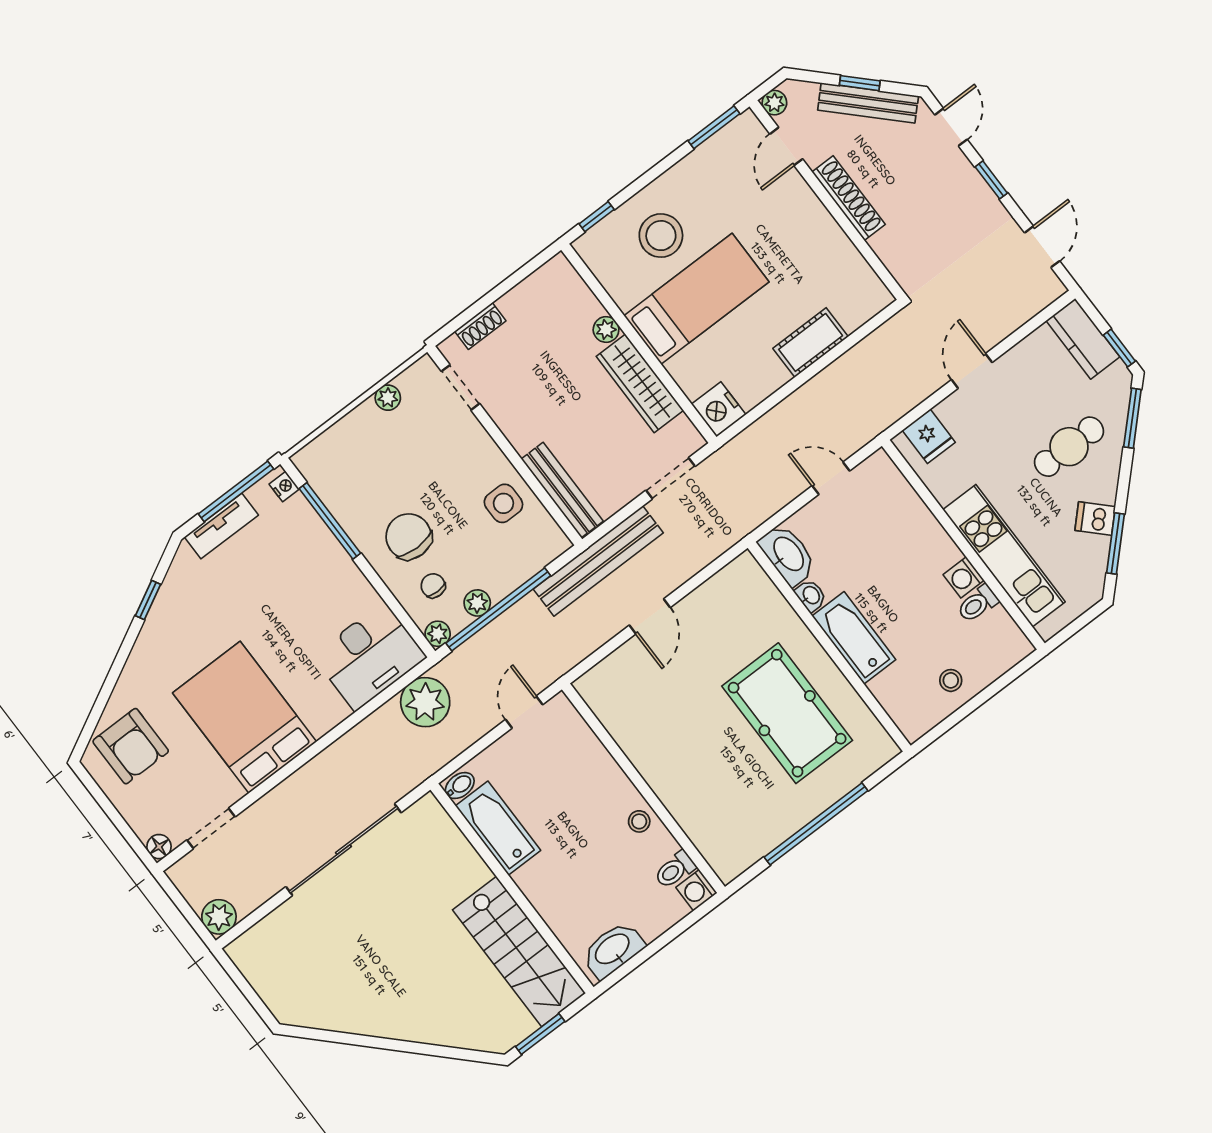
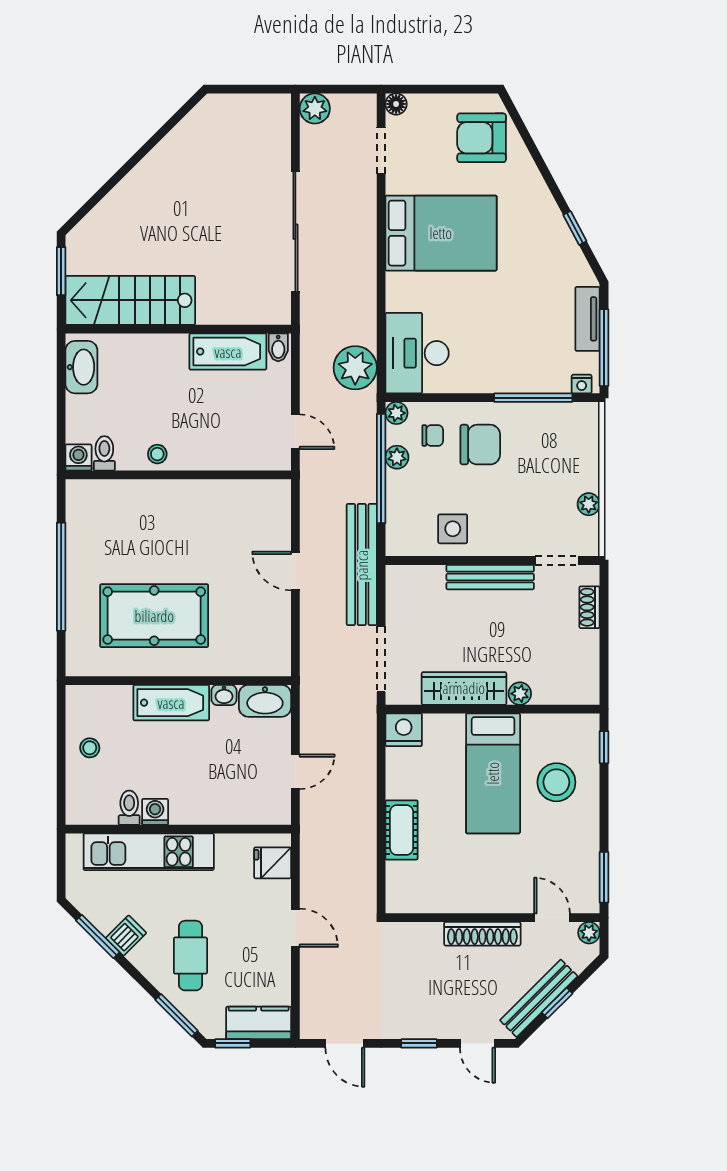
doorway: (670, 478) -> (381, 659), width x1.38
bench: (562, 490) -> (490, 577), moved

